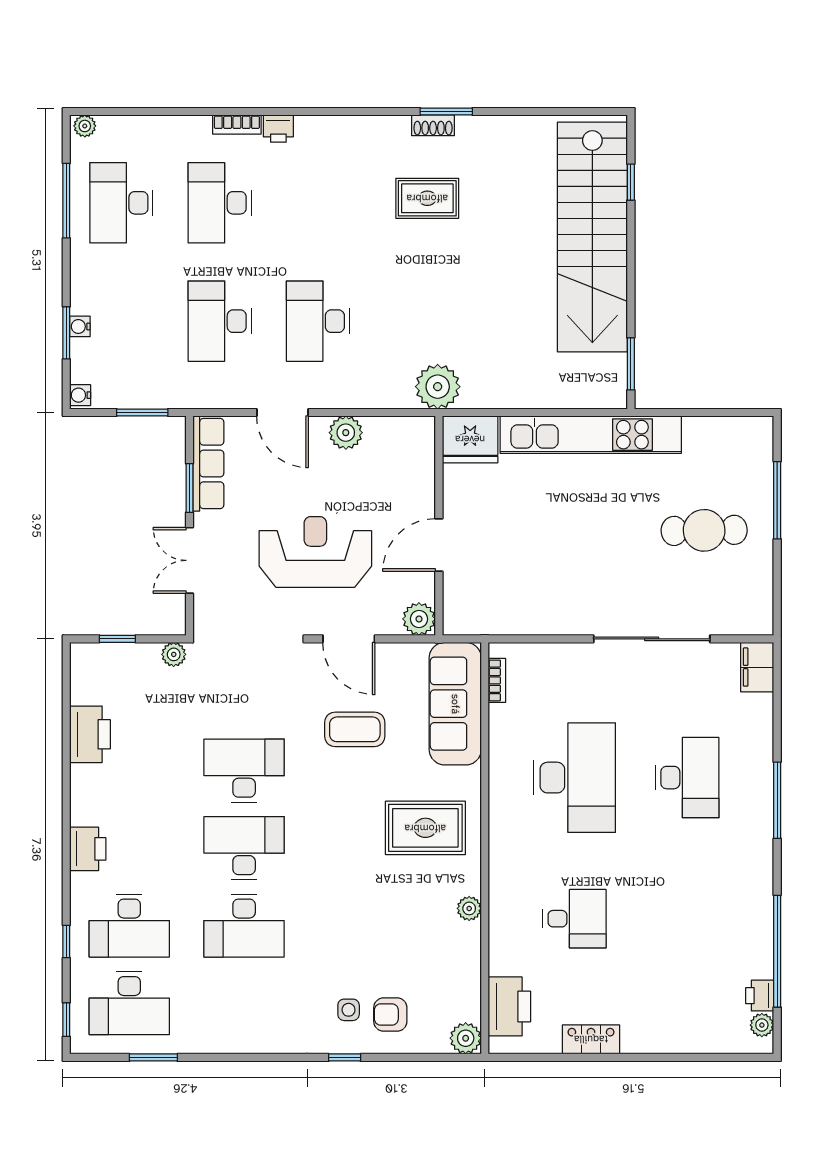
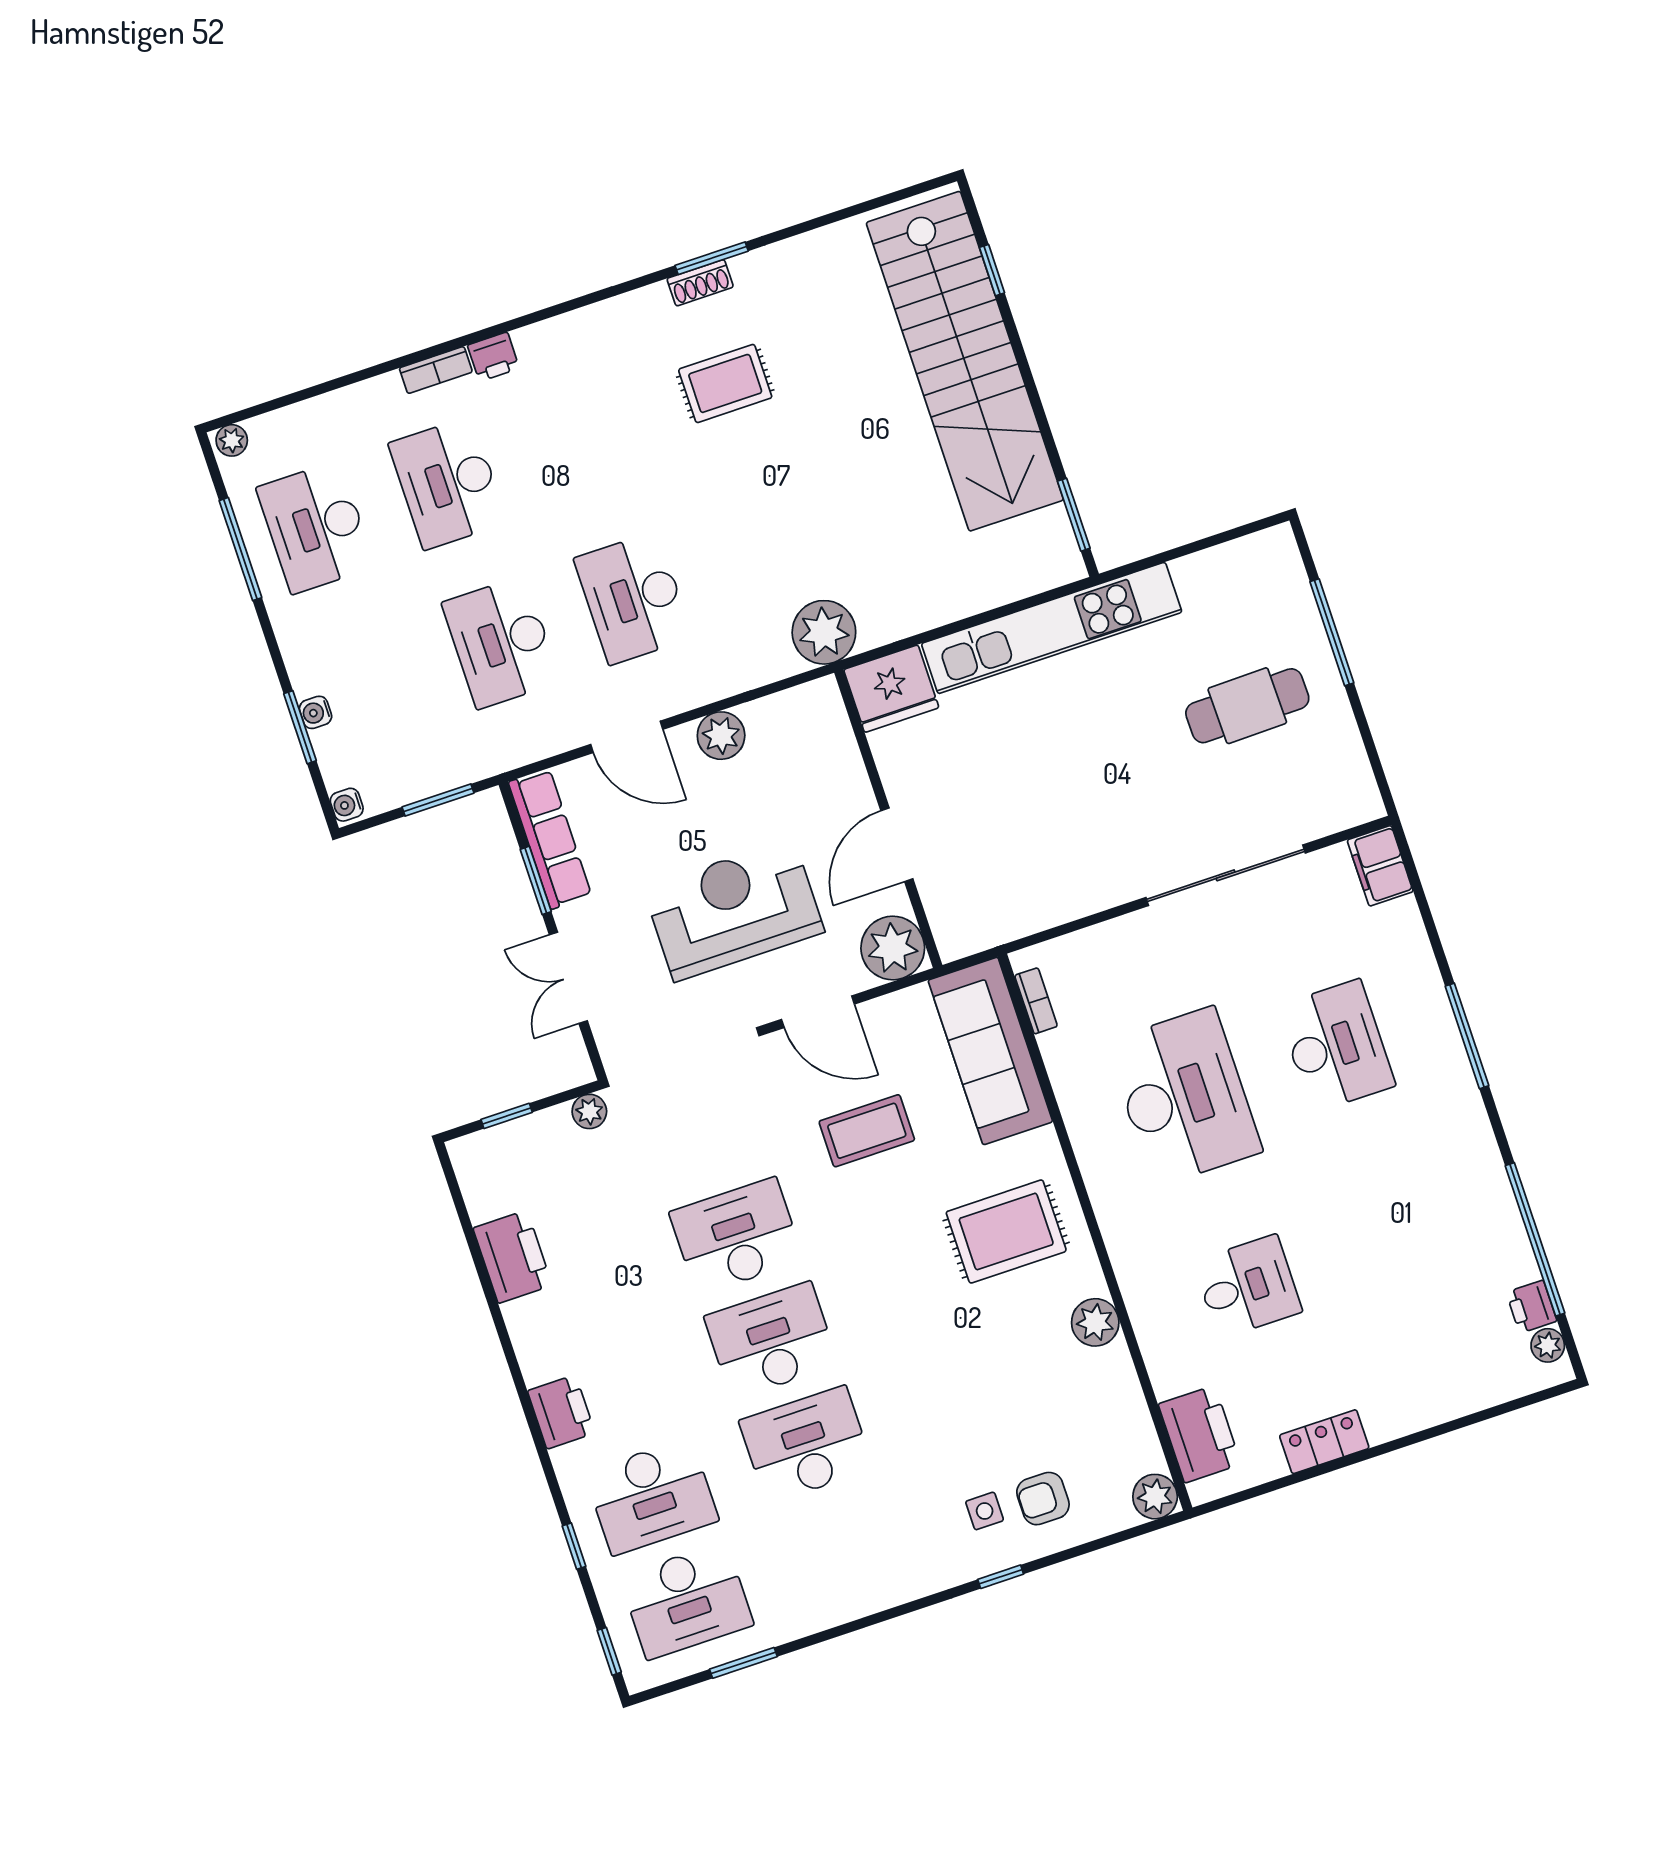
plant: (419, 619) -> (893, 948), width x1.36, depth x1.36
plant: (469, 908) -> (1095, 1322), width x1.38, depth x1.38
desk: (244, 926) -> (806, 1445), turned 180

